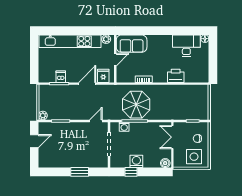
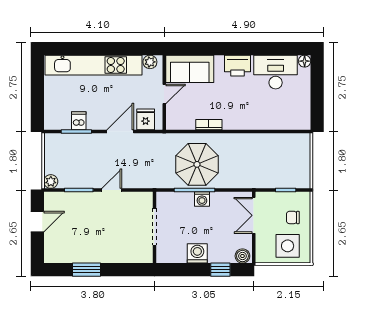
printer: (176, 76) -> (237, 66), moved, turned 180
door: (96, 121) -> (112, 190), moved
washing machine: (124, 127) -> (202, 199), moved
window: (80, 172) -> (87, 270), moved
window: (131, 172) -> (220, 270), moved

